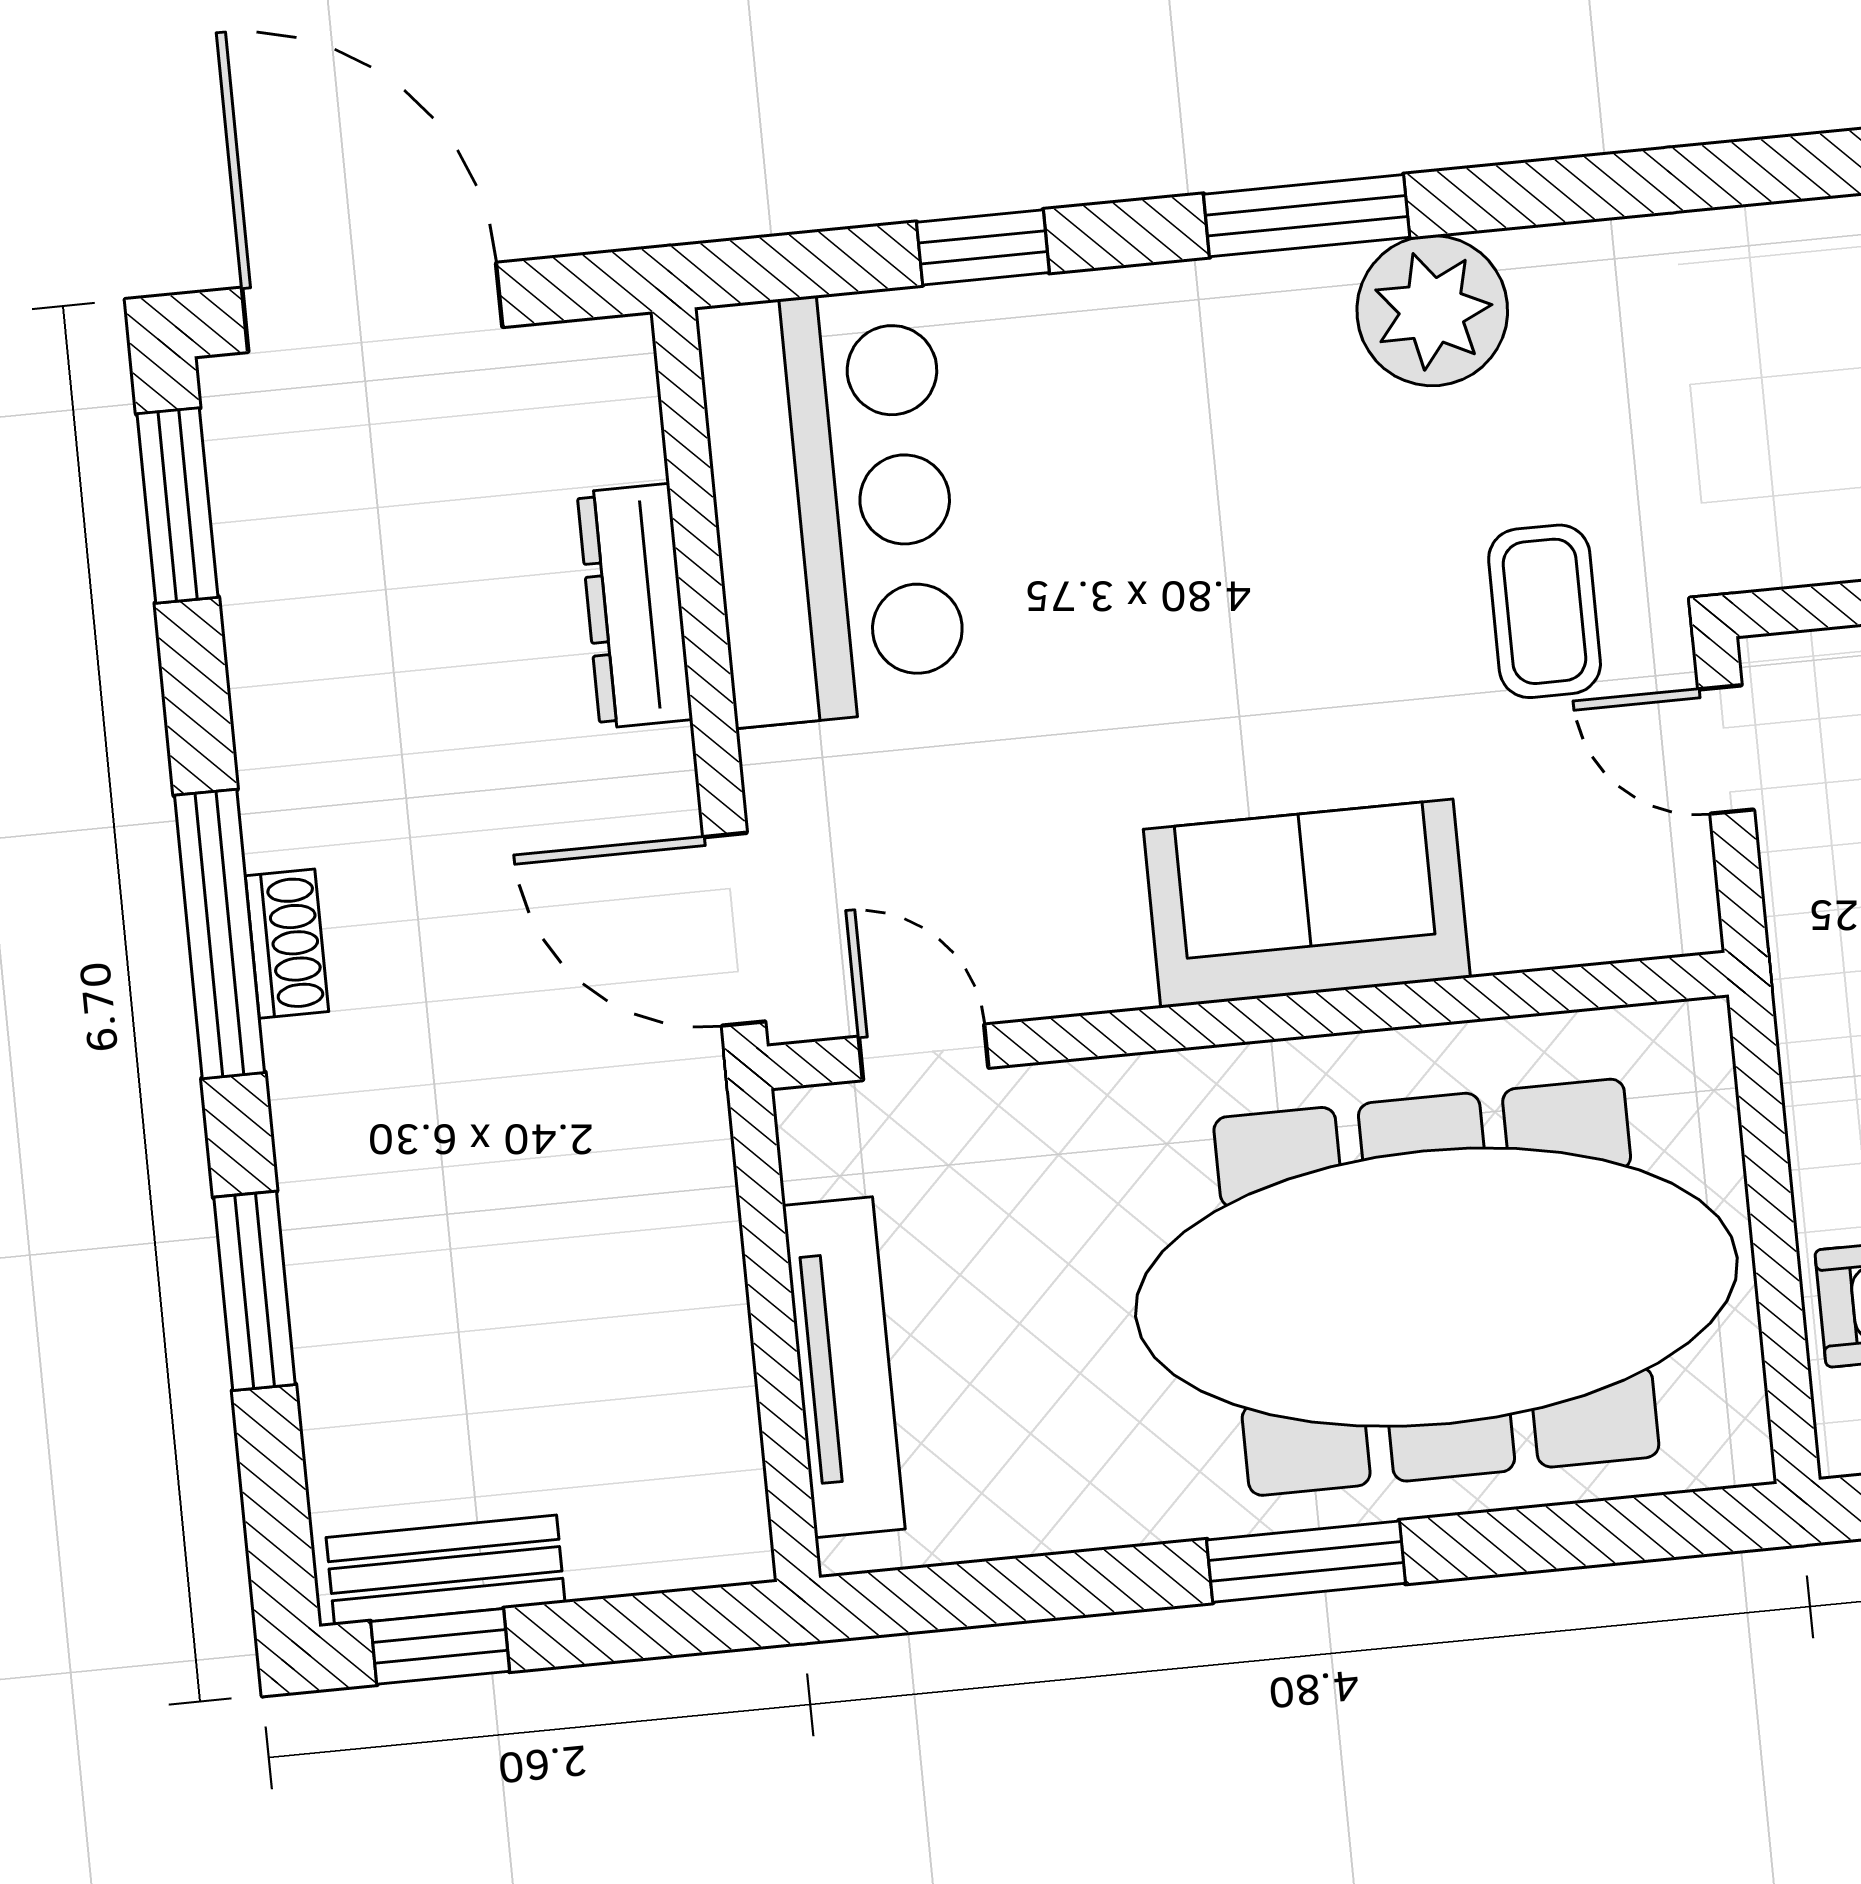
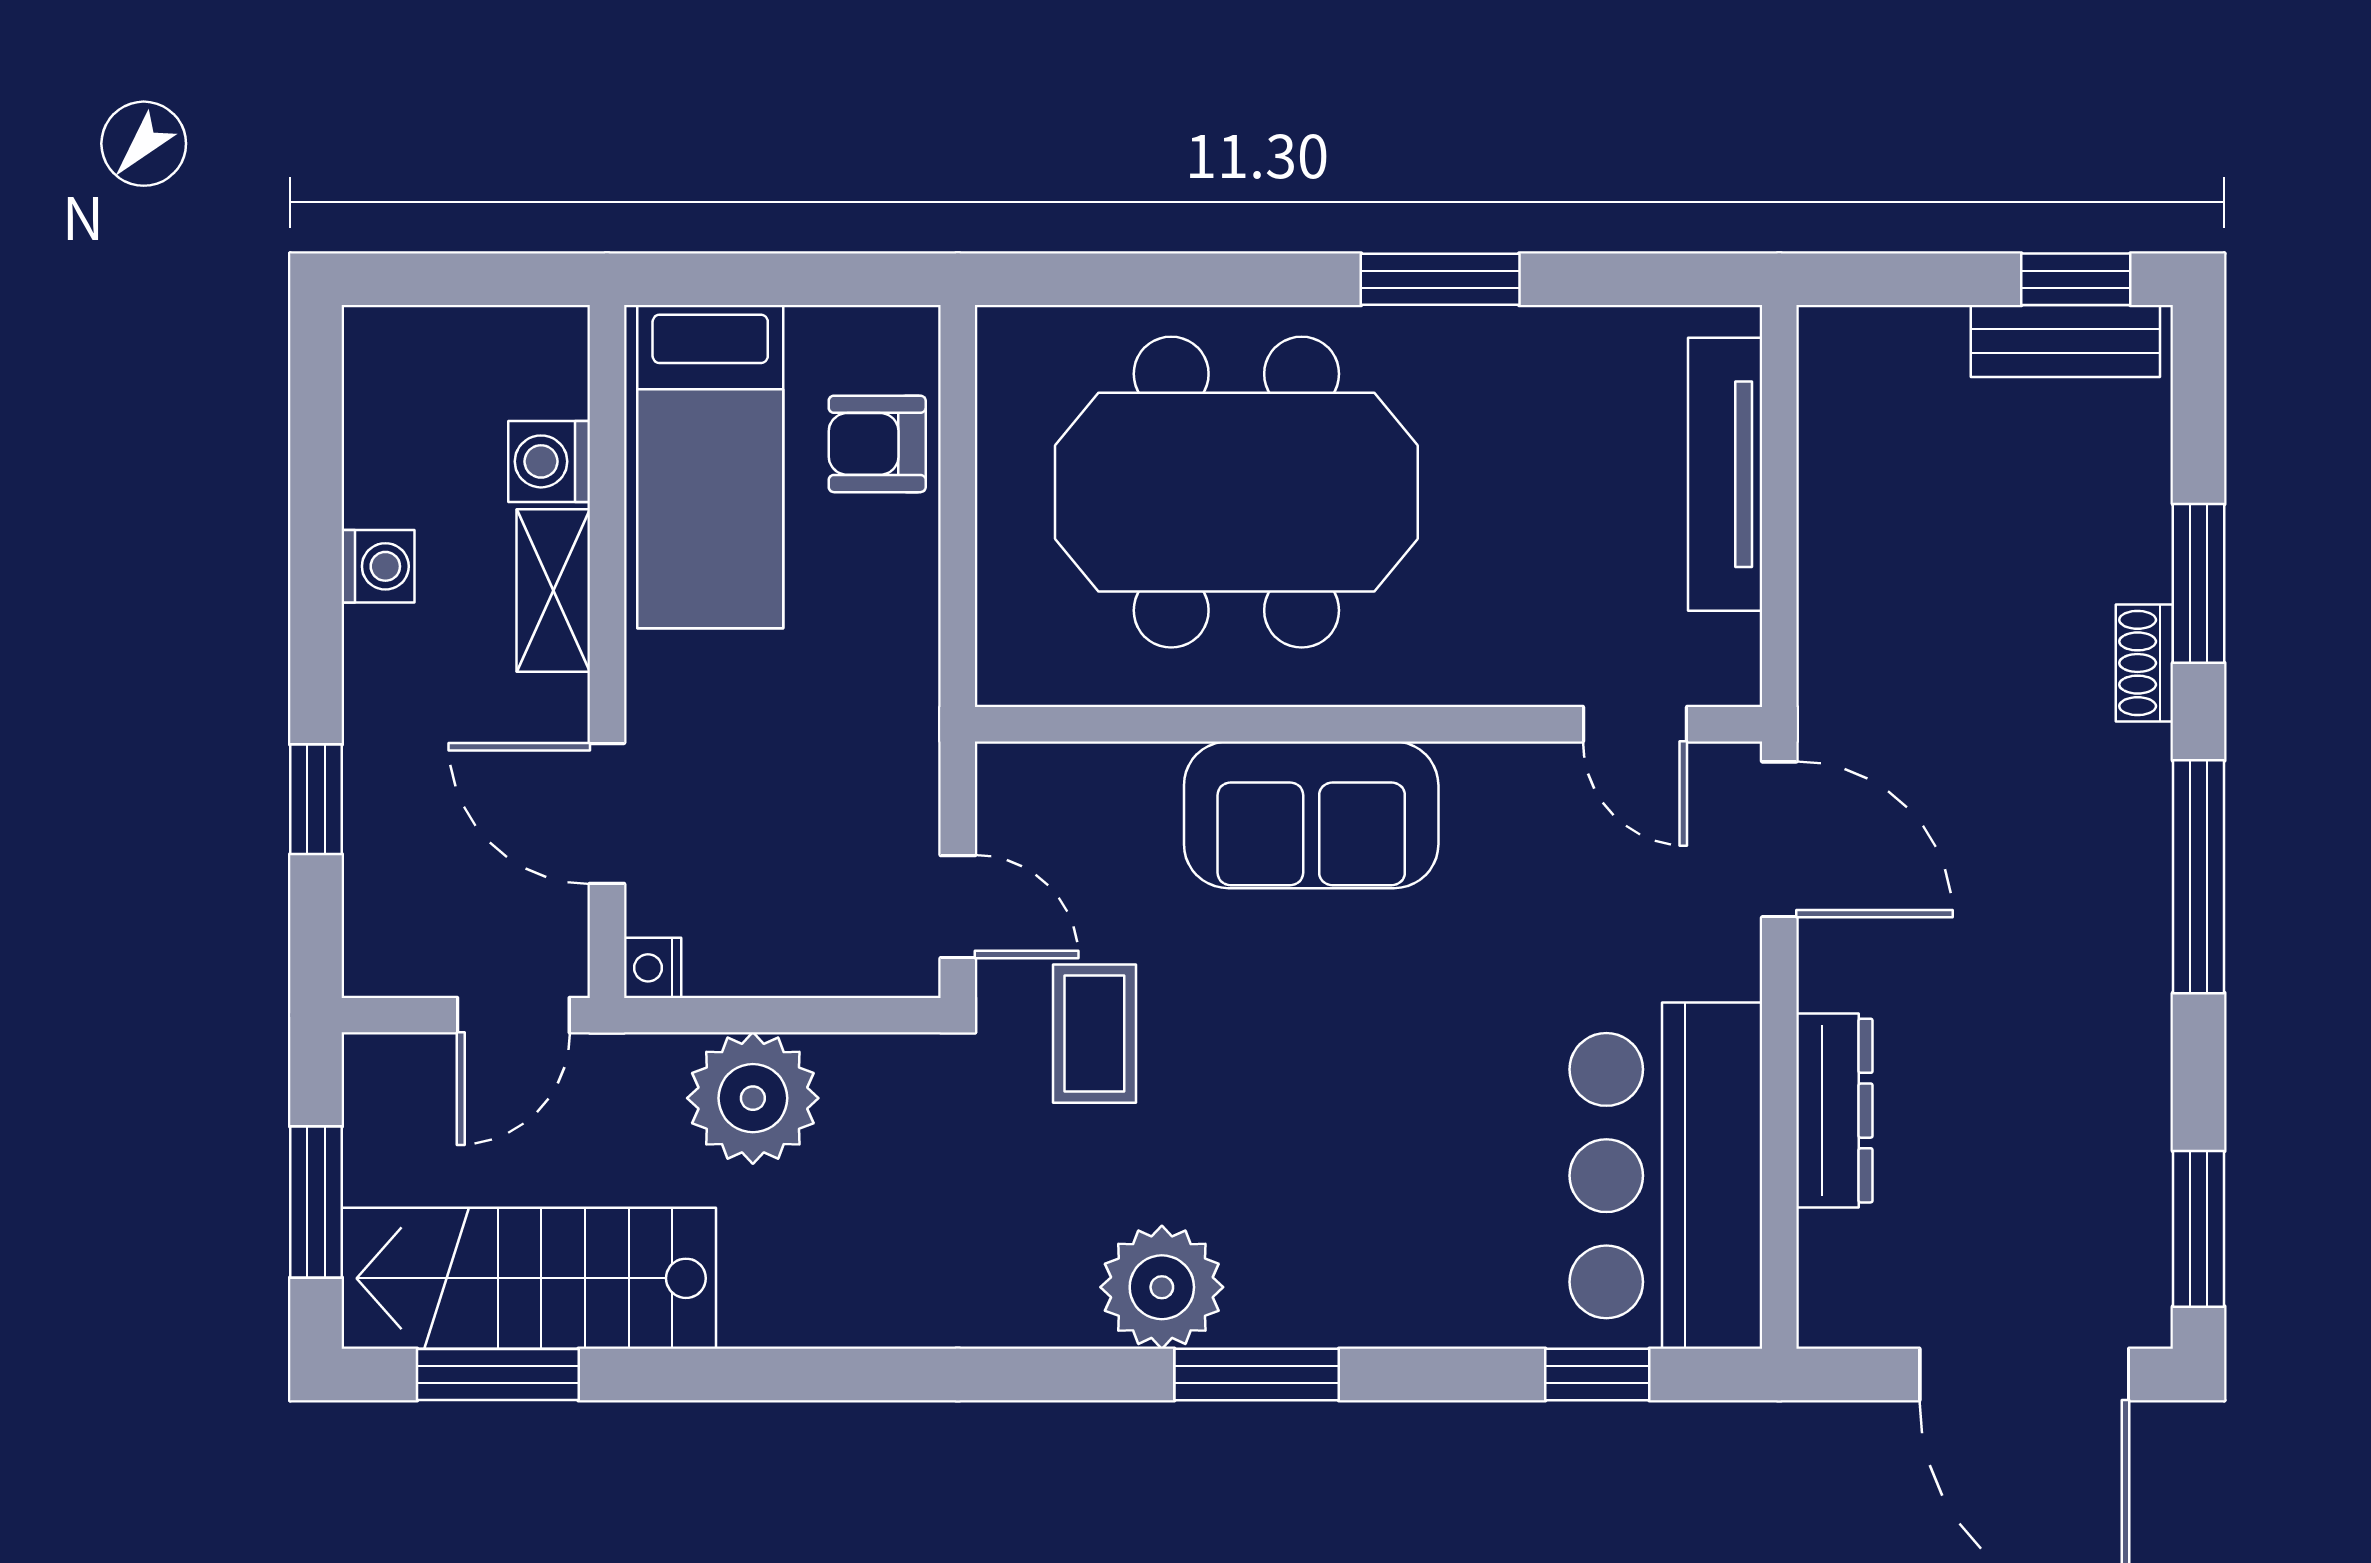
window: (983, 247) -> (1597, 1375), moved
shoe rack: (287, 944) -> (2144, 663), moved
meeting table: (1436, 1287) -> (1236, 492), width x0.73
window: (1306, 1562) -> (1440, 279), moved

